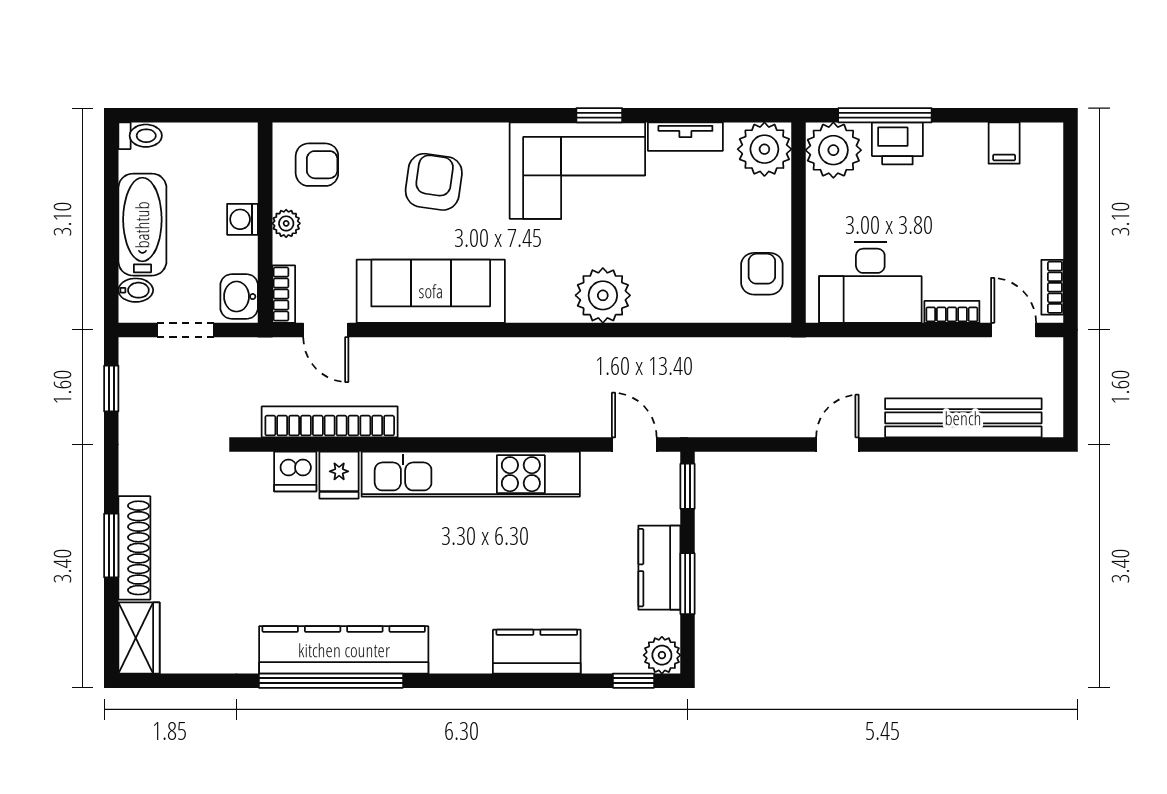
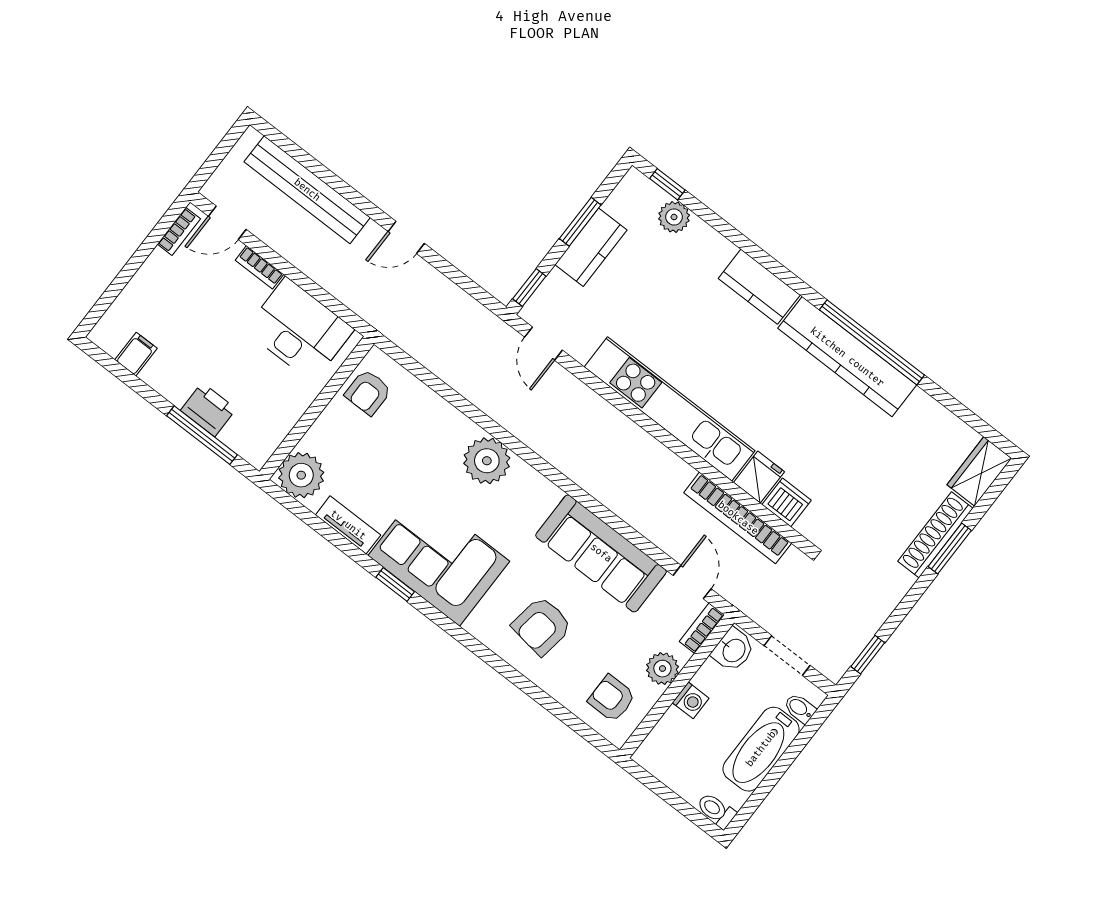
plant: (833, 150) -> (255, 438), removed
plant: (286, 223) -> (662, 669), width x1.38, depth x1.38
door: (1014, 330) -> (227, 223), hinge flipped
kitchen counter: (537, 652) -> (759, 287), moved
plant: (662, 655) -> (674, 217), moved

